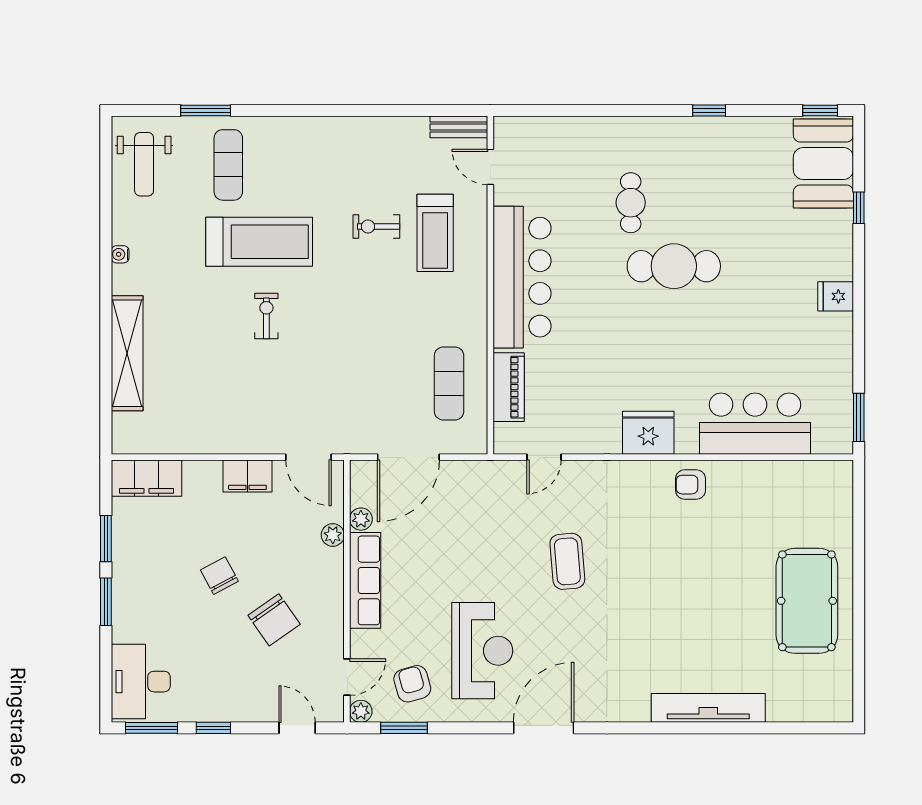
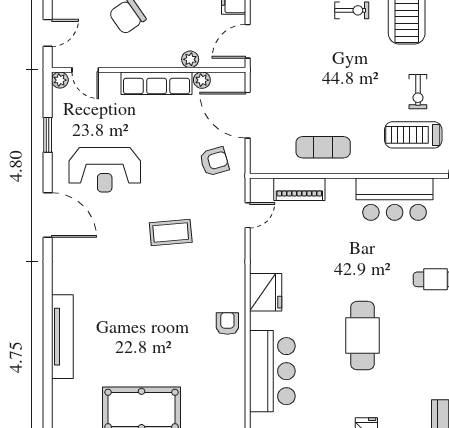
exercise bike: (376, 226) -> (418, 92), turned 180
cafe table: (674, 266) -> (362, 336), moved
bar counter: (522, 277) -> (395, 199), width x0.73
exercise mat: (449, 383) -> (323, 147), moved
door: (544, 457) -> (248, 215), swing flipped
armchair: (412, 684) -> (214, 161), moved
window: (404, 728) -> (48, 135), moved

